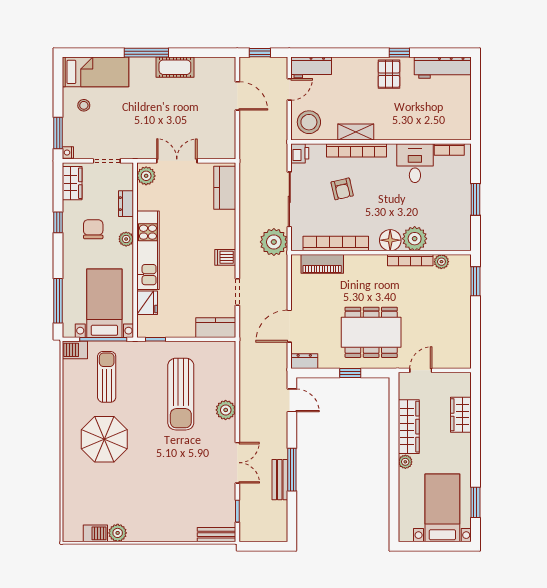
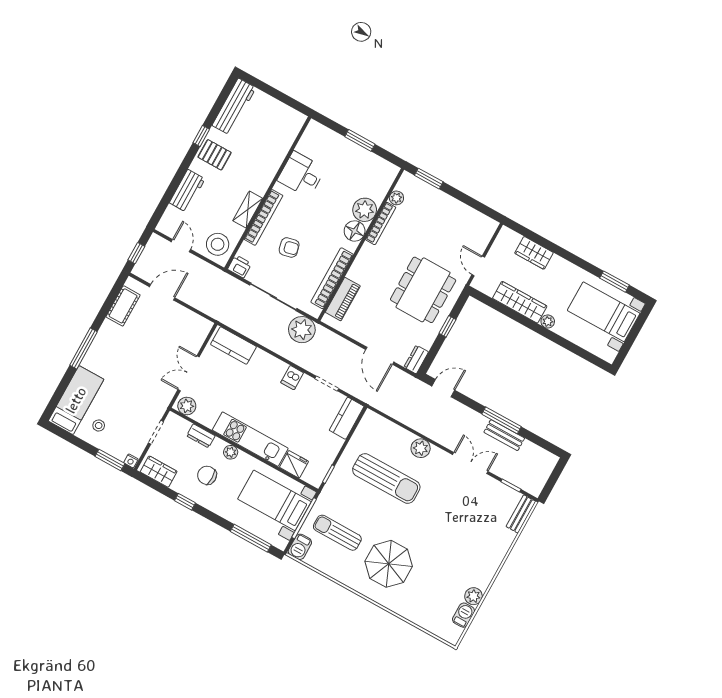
cot: (175, 67) -> (123, 306), moved
workbench: (311, 67) -> (187, 191), moved
bookcase: (449, 149) -> (306, 139), removed

